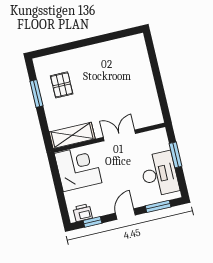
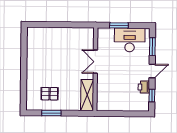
corner desk: (78, 168) -> (111, 97), removed
printer: (83, 213) -> (144, 87), moved
door: (125, 214) -> (152, 71), swing flipped

